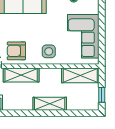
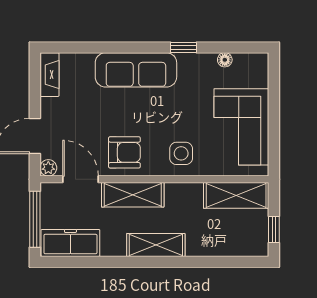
armchair: (16, 51) -> (124, 152), turned 180
shelving: (50, 104) -> (156, 245), moved

